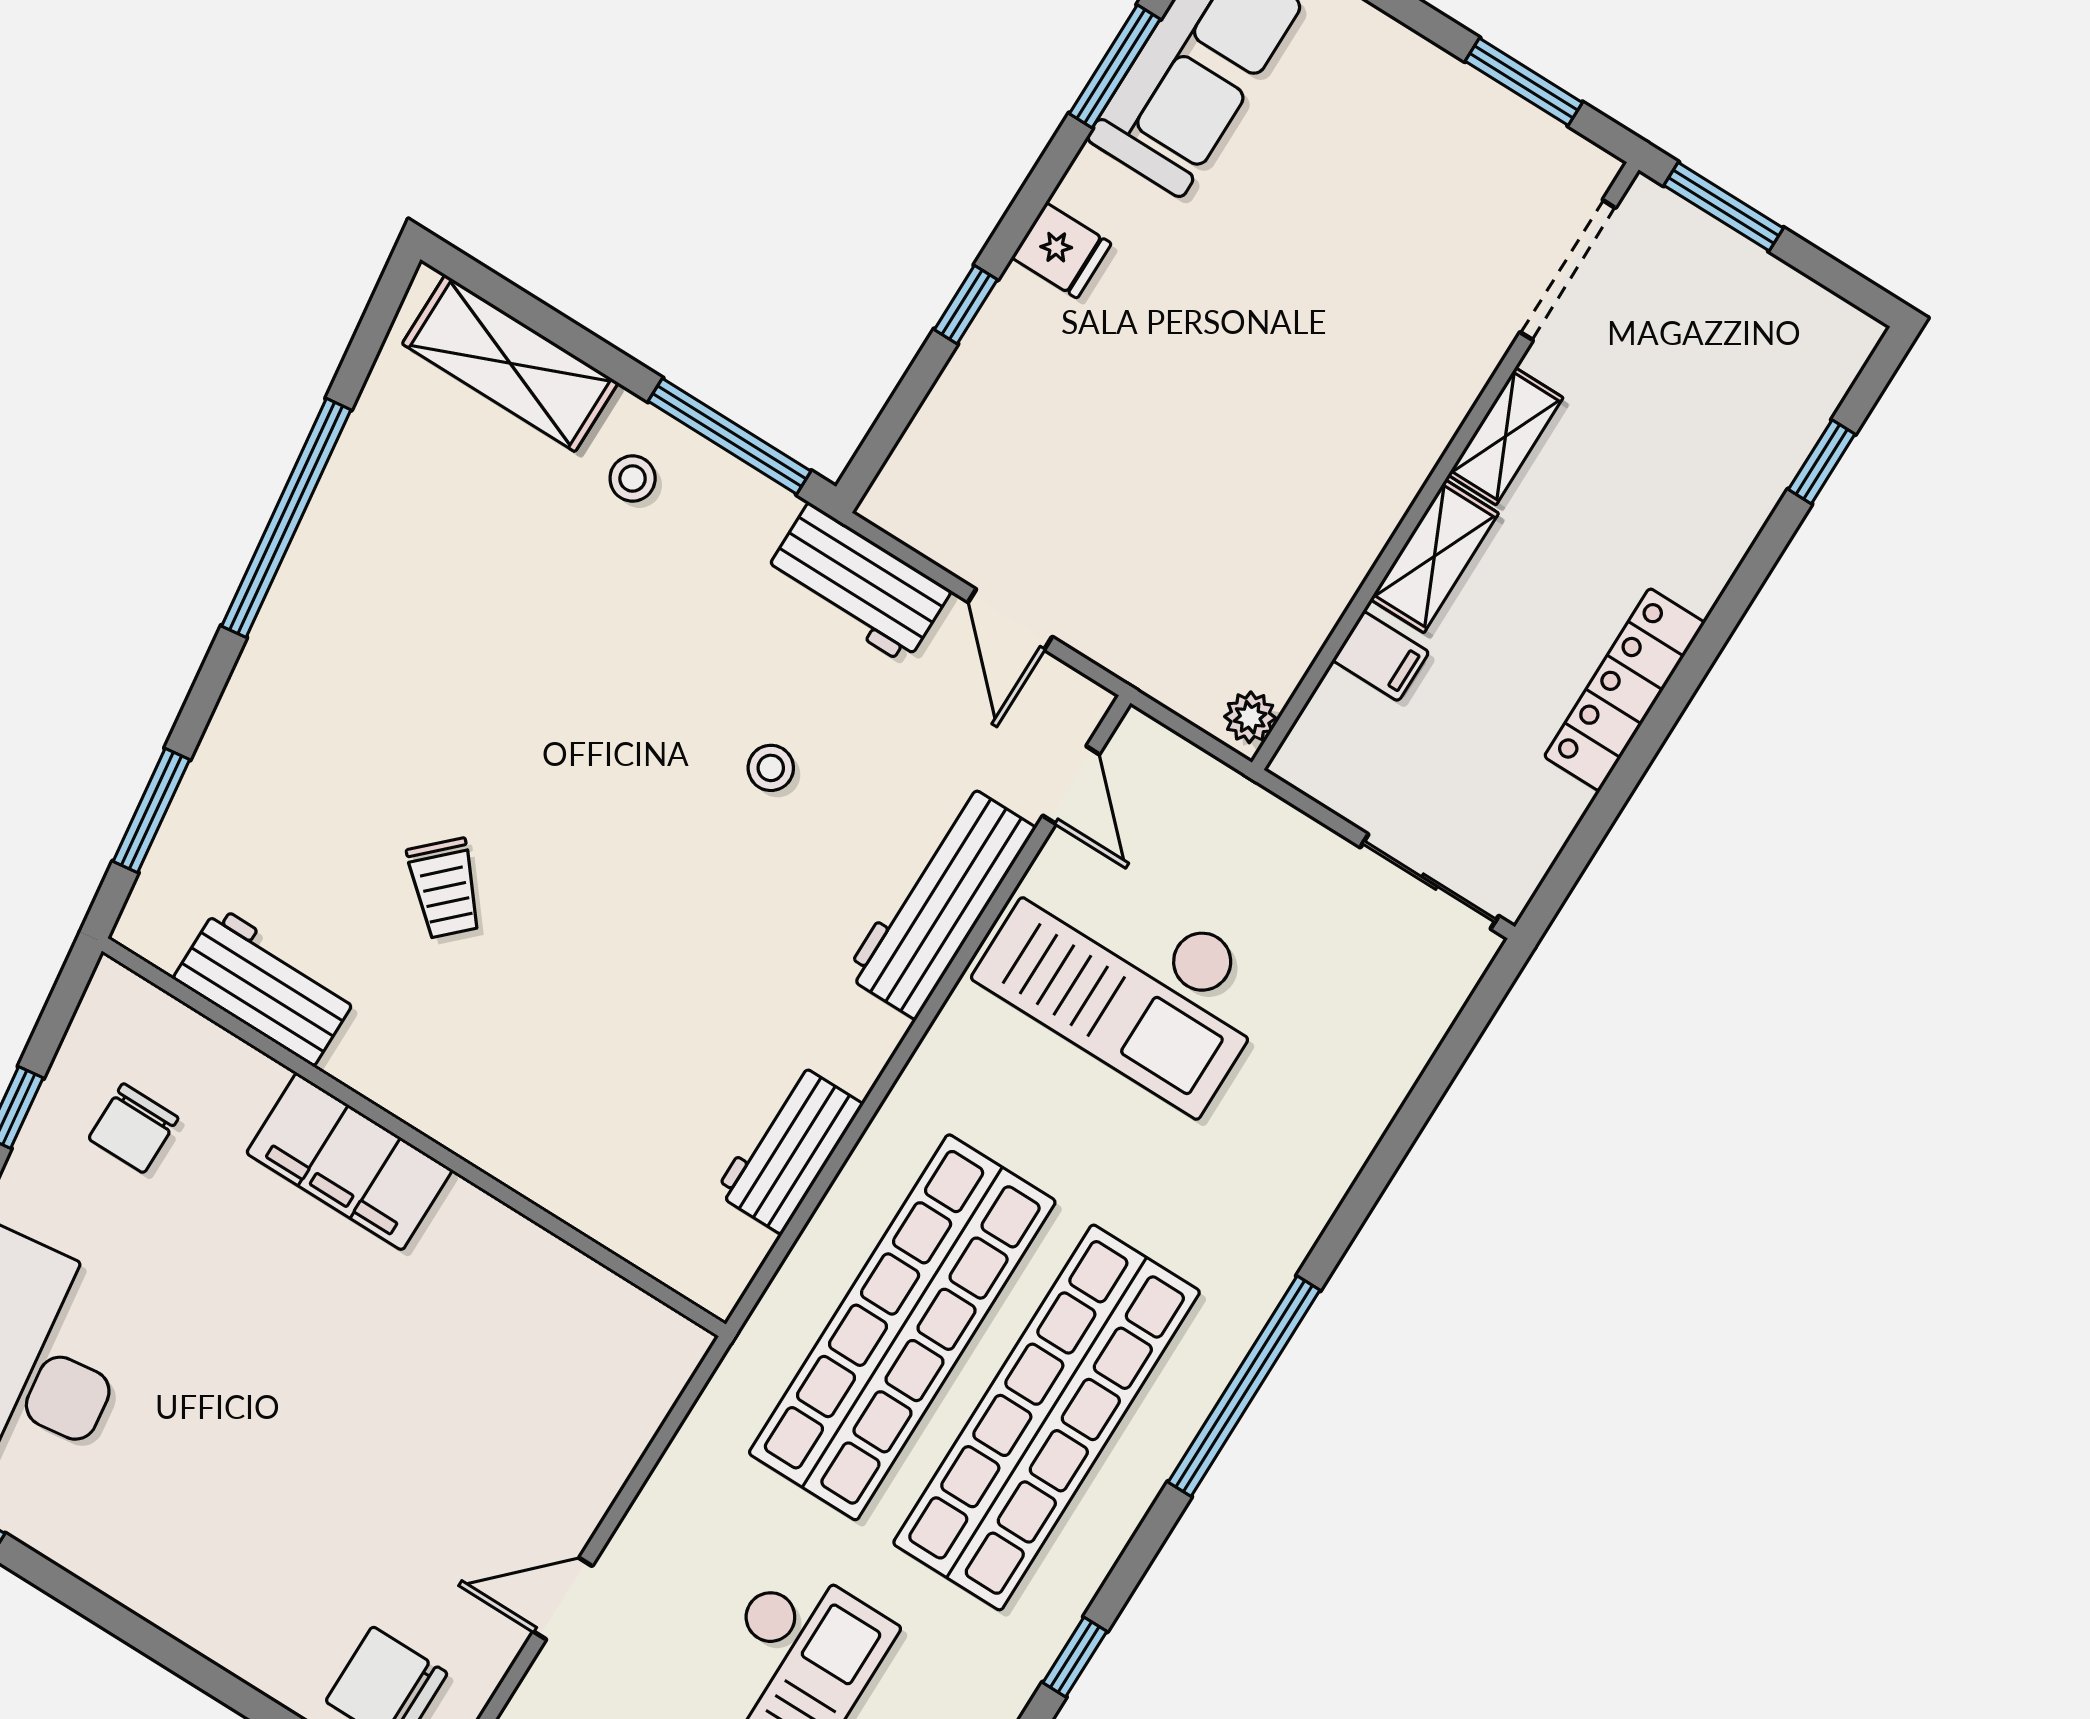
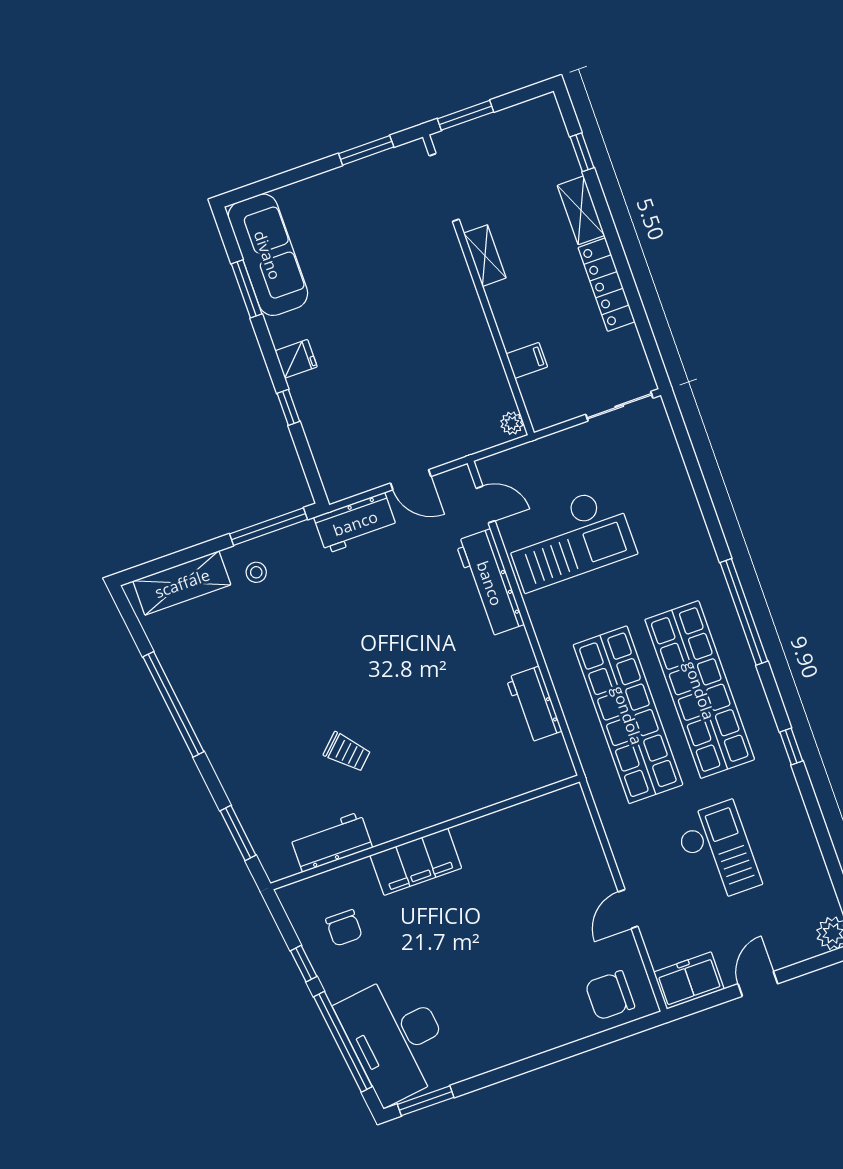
shelving: (1434, 556) -> (581, 210), moved
stool: (771, 768) -> (396, 605), removed

